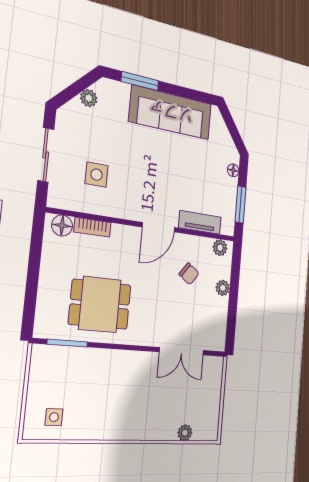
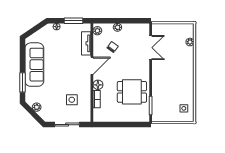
floor lamp: (62, 226) -> (98, 85), moved
door: (158, 227) -> (92, 66), hinge flipped
dining table: (100, 304) -> (132, 92), turned 90

